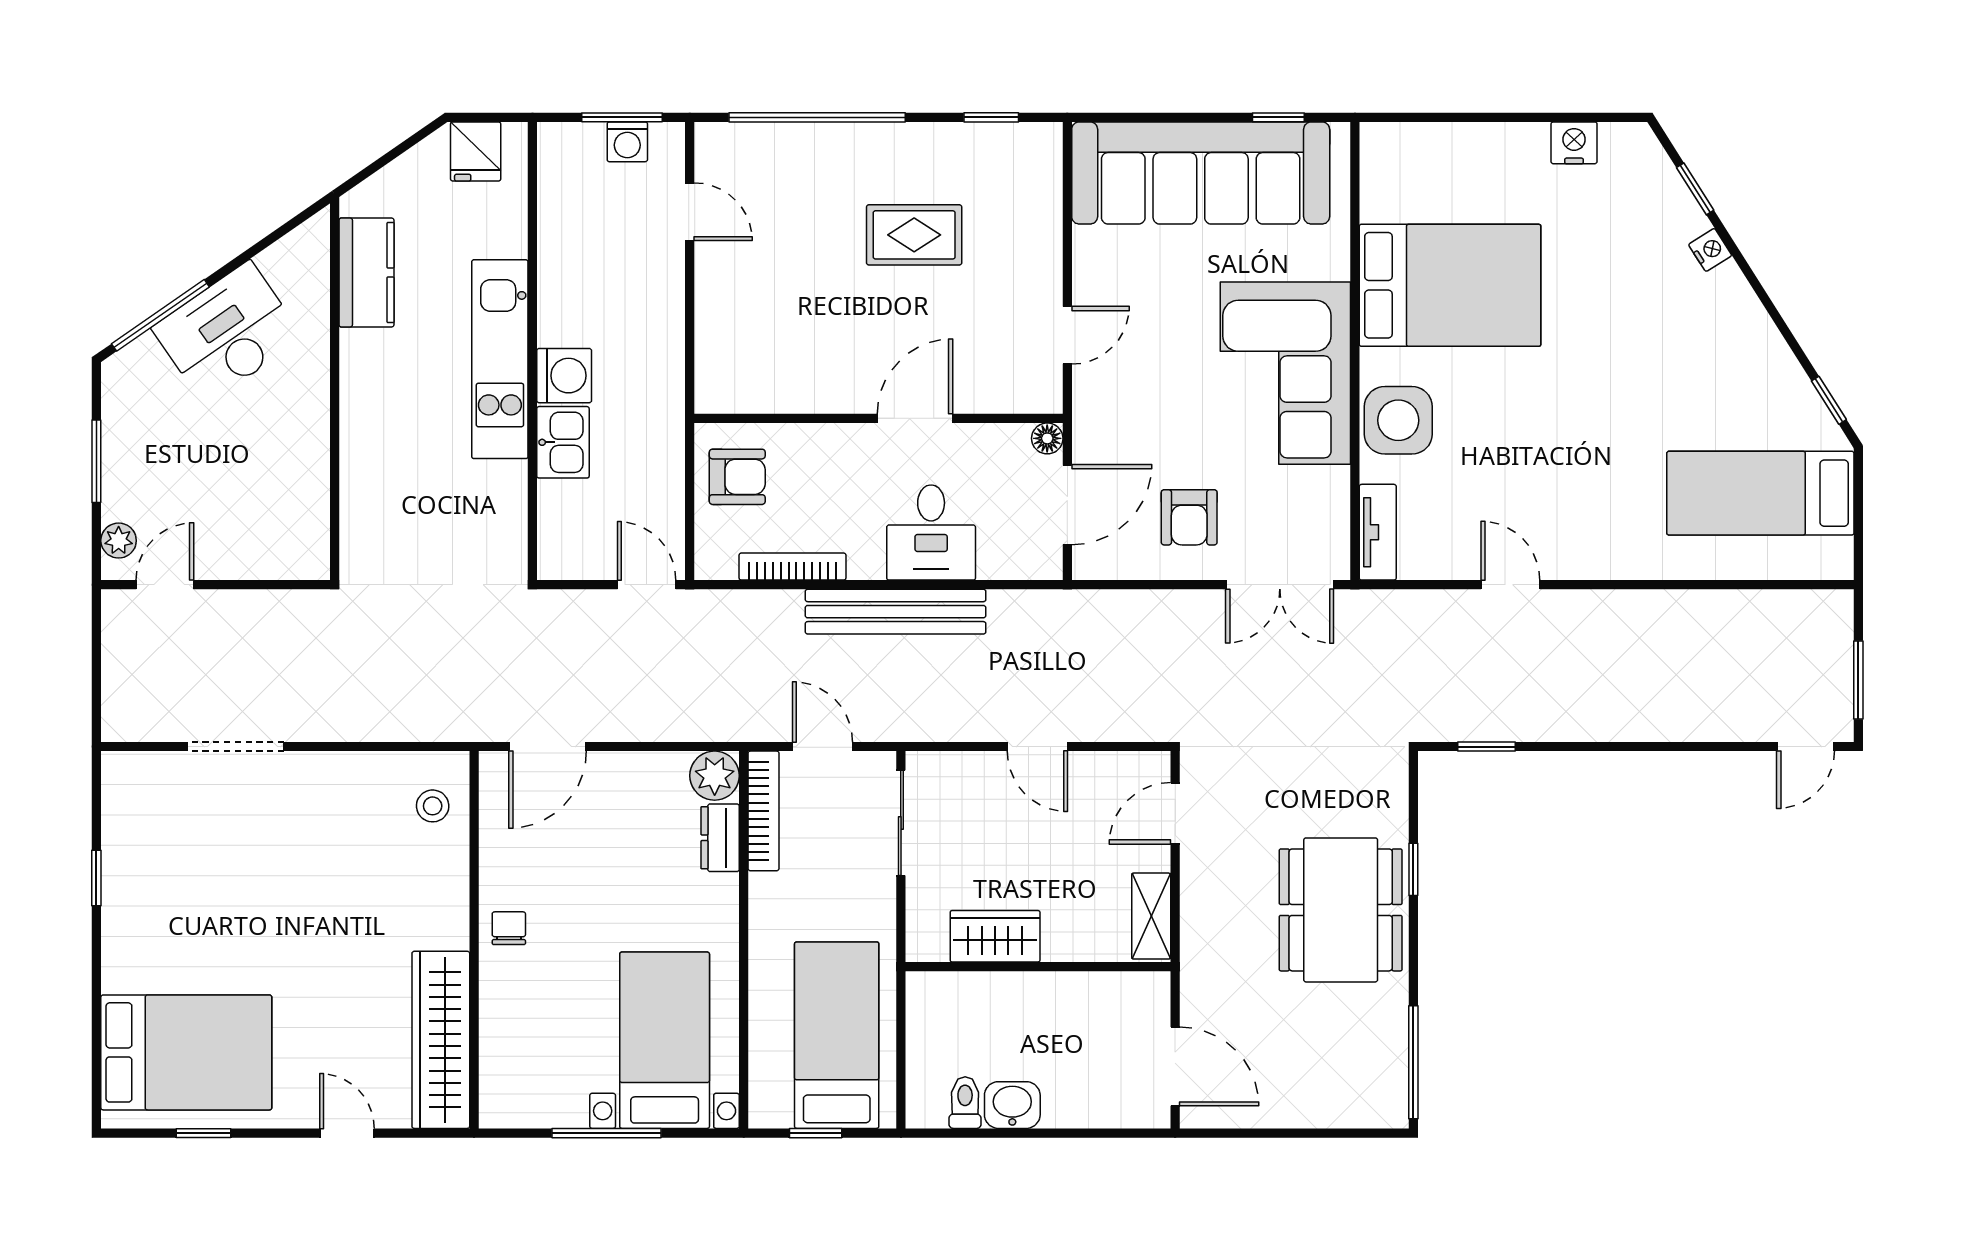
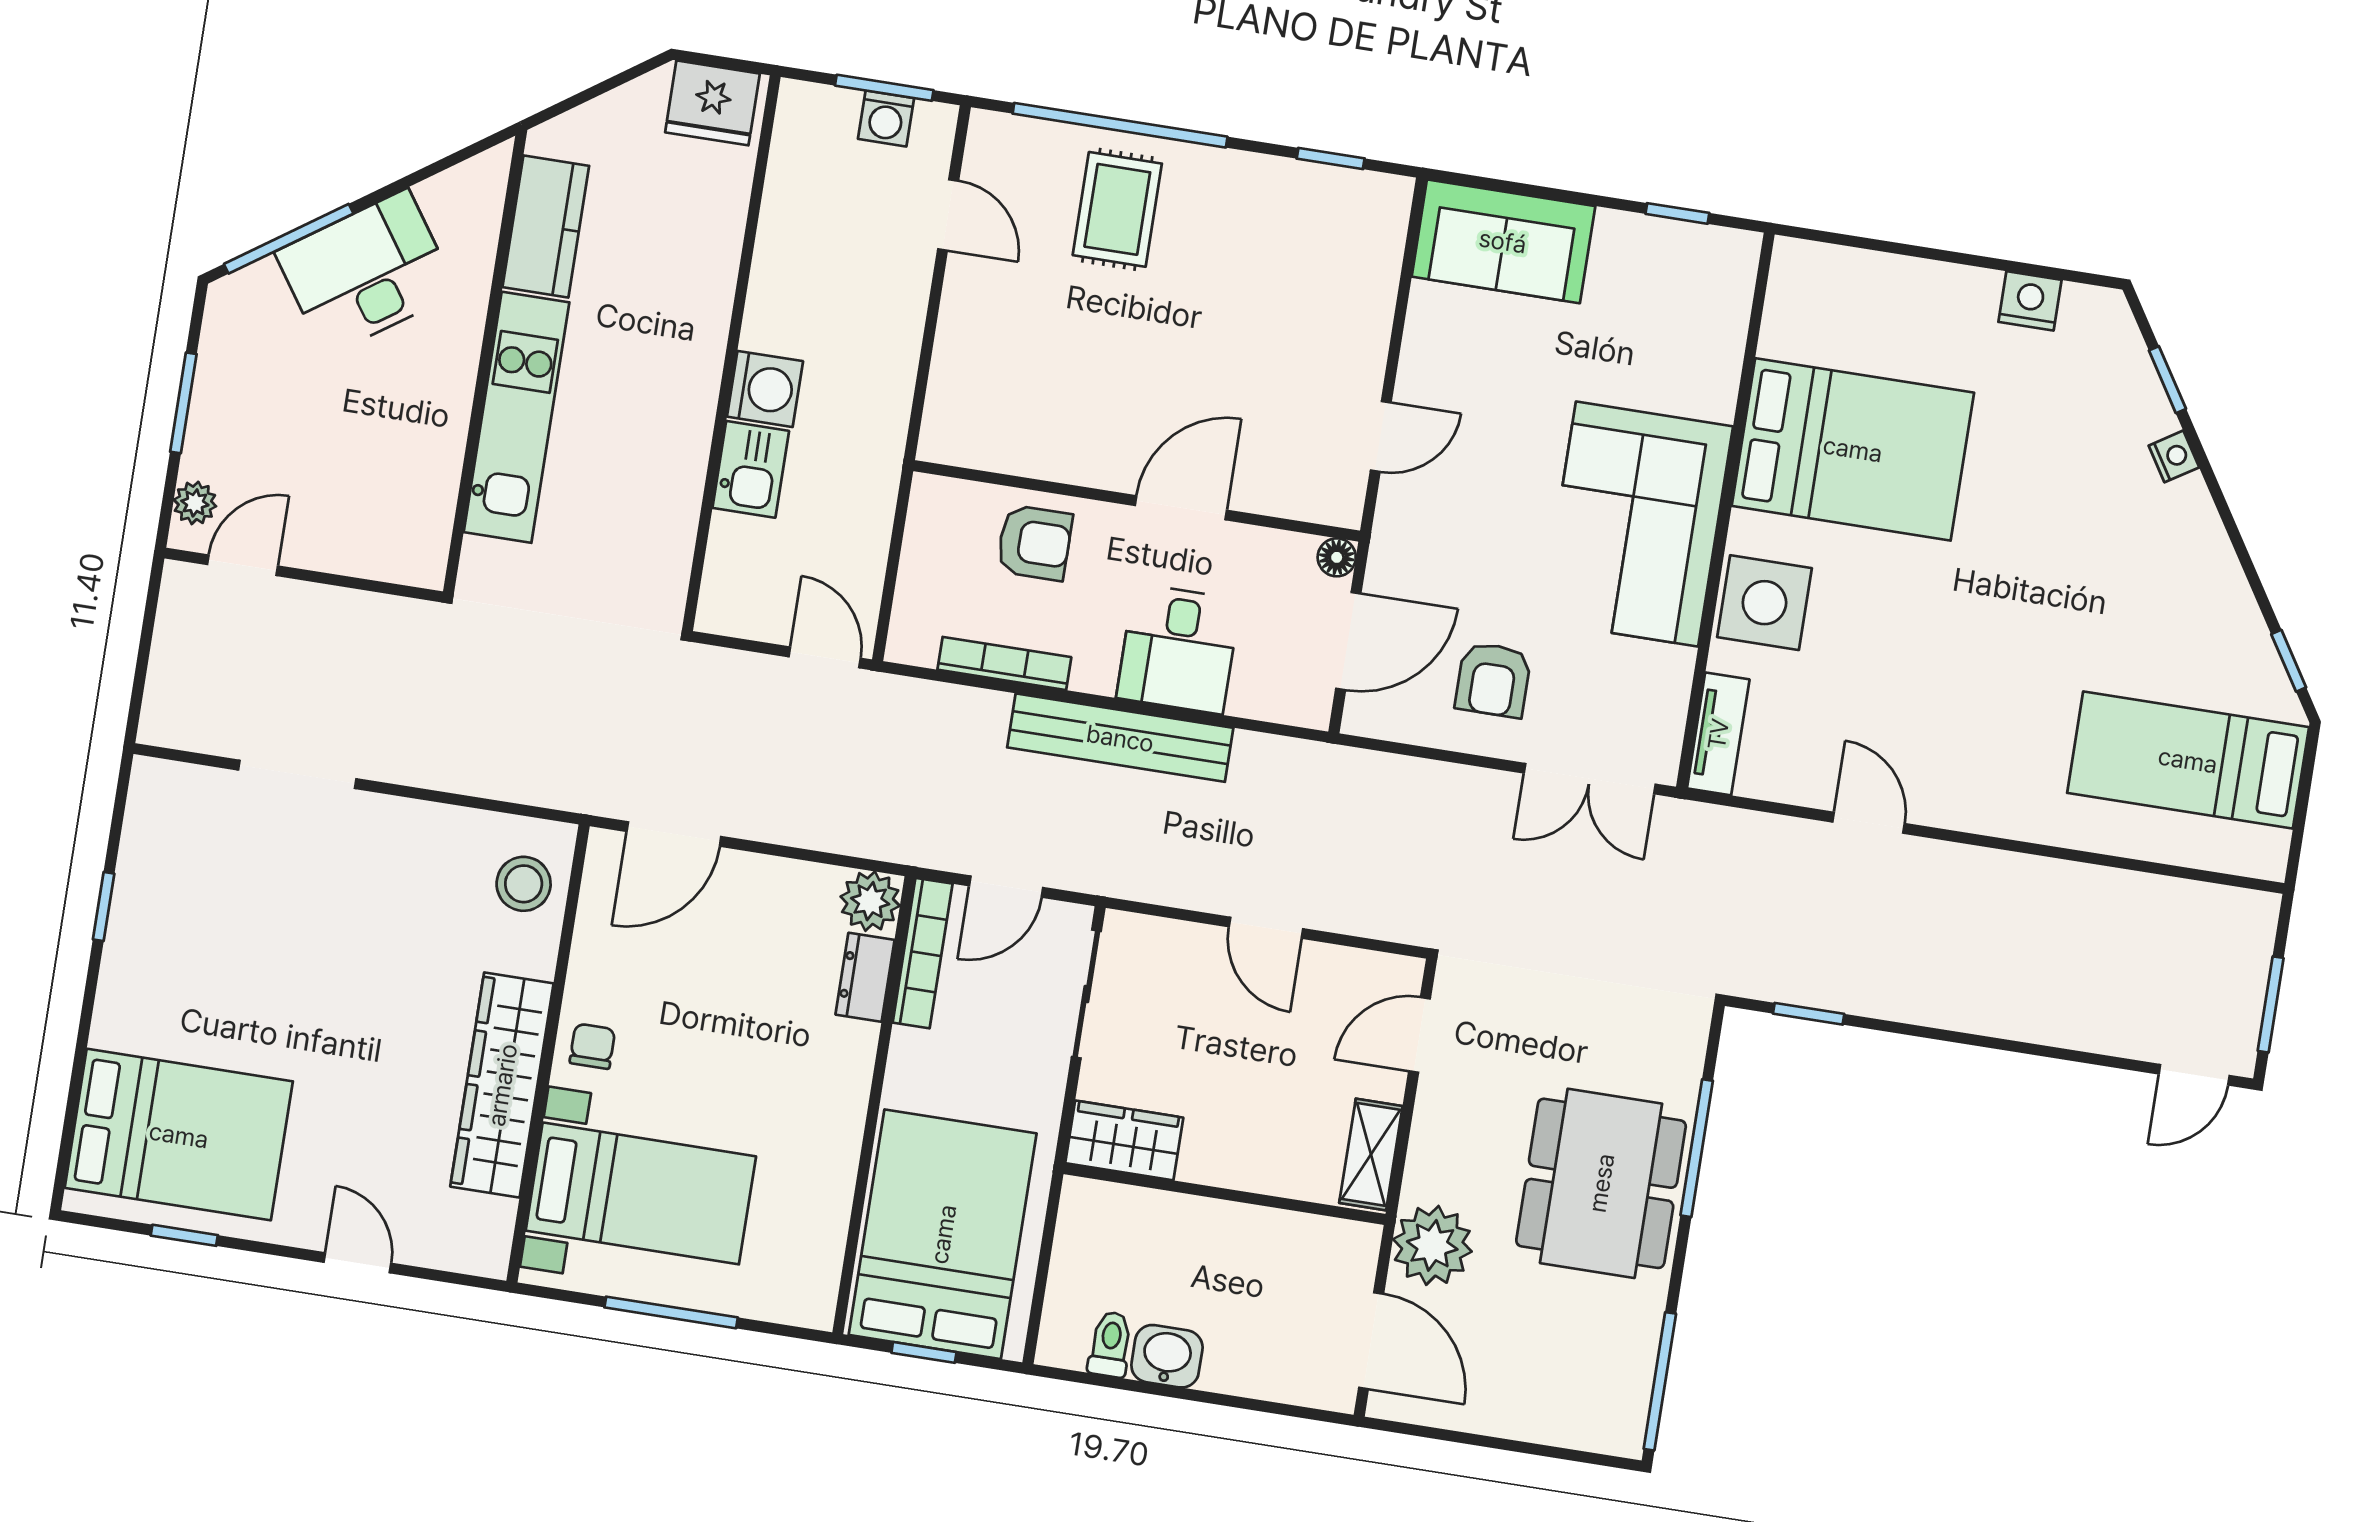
fridge: (476, 151) -> (712, 103), width x1.38
sofa: (1201, 173) -> (1503, 241), width x0.54, depth x0.79
rug: (914, 235) -> (1117, 209), moved, turned 90
kitchen unit: (500, 359) -> (517, 417), moved, turned 180
armchair: (737, 477) -> (1034, 543), moved
door: (823, 747) -> (1006, 887), swing flipped
stool: (433, 806) -> (524, 884), width x1.37, depth x1.37
window: (1413, 869) -> (1697, 1148), width x2.17
wardrobe: (995, 936) -> (1124, 1140), moved
plant: (1212, 982) -> (1432, 1245), added
bed: (837, 1035) -> (943, 1234), width x1.50
wardrobe: (441, 1040) -> (502, 1085), moved
bed with nightstands: (665, 1040) -> (641, 1193), moved, turned 90

